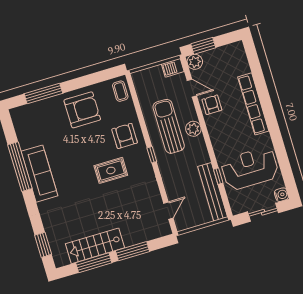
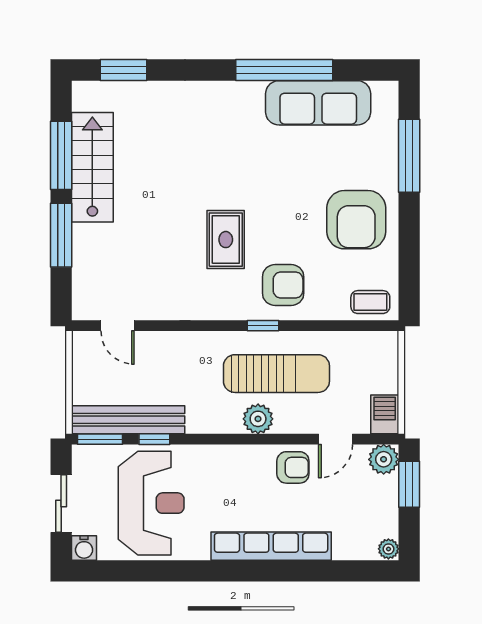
plant: (238, 46) -> (388, 549), added
window: (152, 155) -> (263, 326), moved
sofa: (39, 174) -> (318, 103), moved
window: (226, 203) -> (100, 439), added

